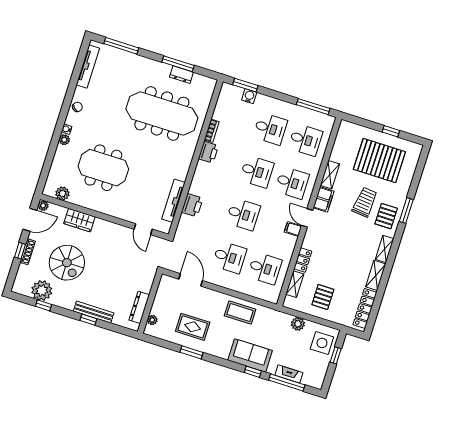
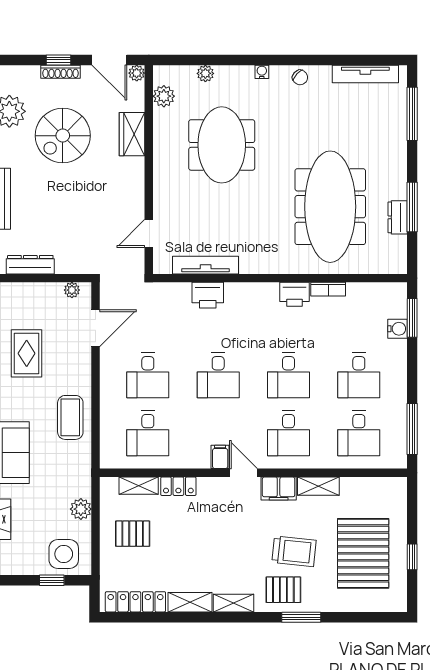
plant: (64, 140) -> (205, 73), moved
door: (307, 218) -> (243, 473), hinge flipped
plant: (152, 320) -> (72, 290), moved

